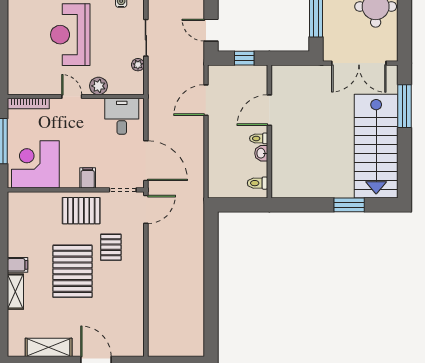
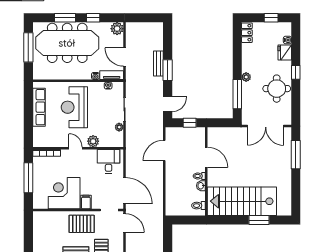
door: (211, 30) -> (168, 104), swing flipped
row of seats: (17, 35) -> (39, 107), added
door: (269, 110) -> (206, 157), swing flipped
stairs: (376, 146) -> (242, 201), moved, turned 90
corner desk: (35, 164) -> (64, 193), moved
door: (146, 209) -> (124, 223), hinge flipped

